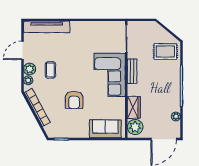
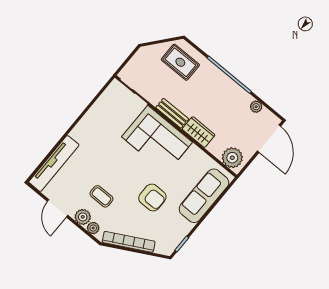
rug: (165, 52) -> (180, 62), turned 90
wardrobe: (134, 107) -> (199, 132), moved
sofa: (105, 129) -> (204, 196), width x1.36

